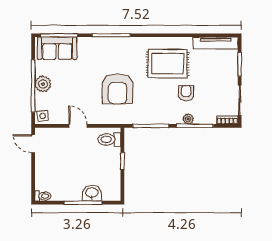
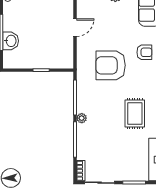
rug: (168, 64) -> (135, 114), width x0.73, depth x0.70
armchair: (186, 93) -> (144, 52), moved
plant: (188, 119) -> (82, 118), moved
toilet: (109, 139) -> (62, 58), removed

